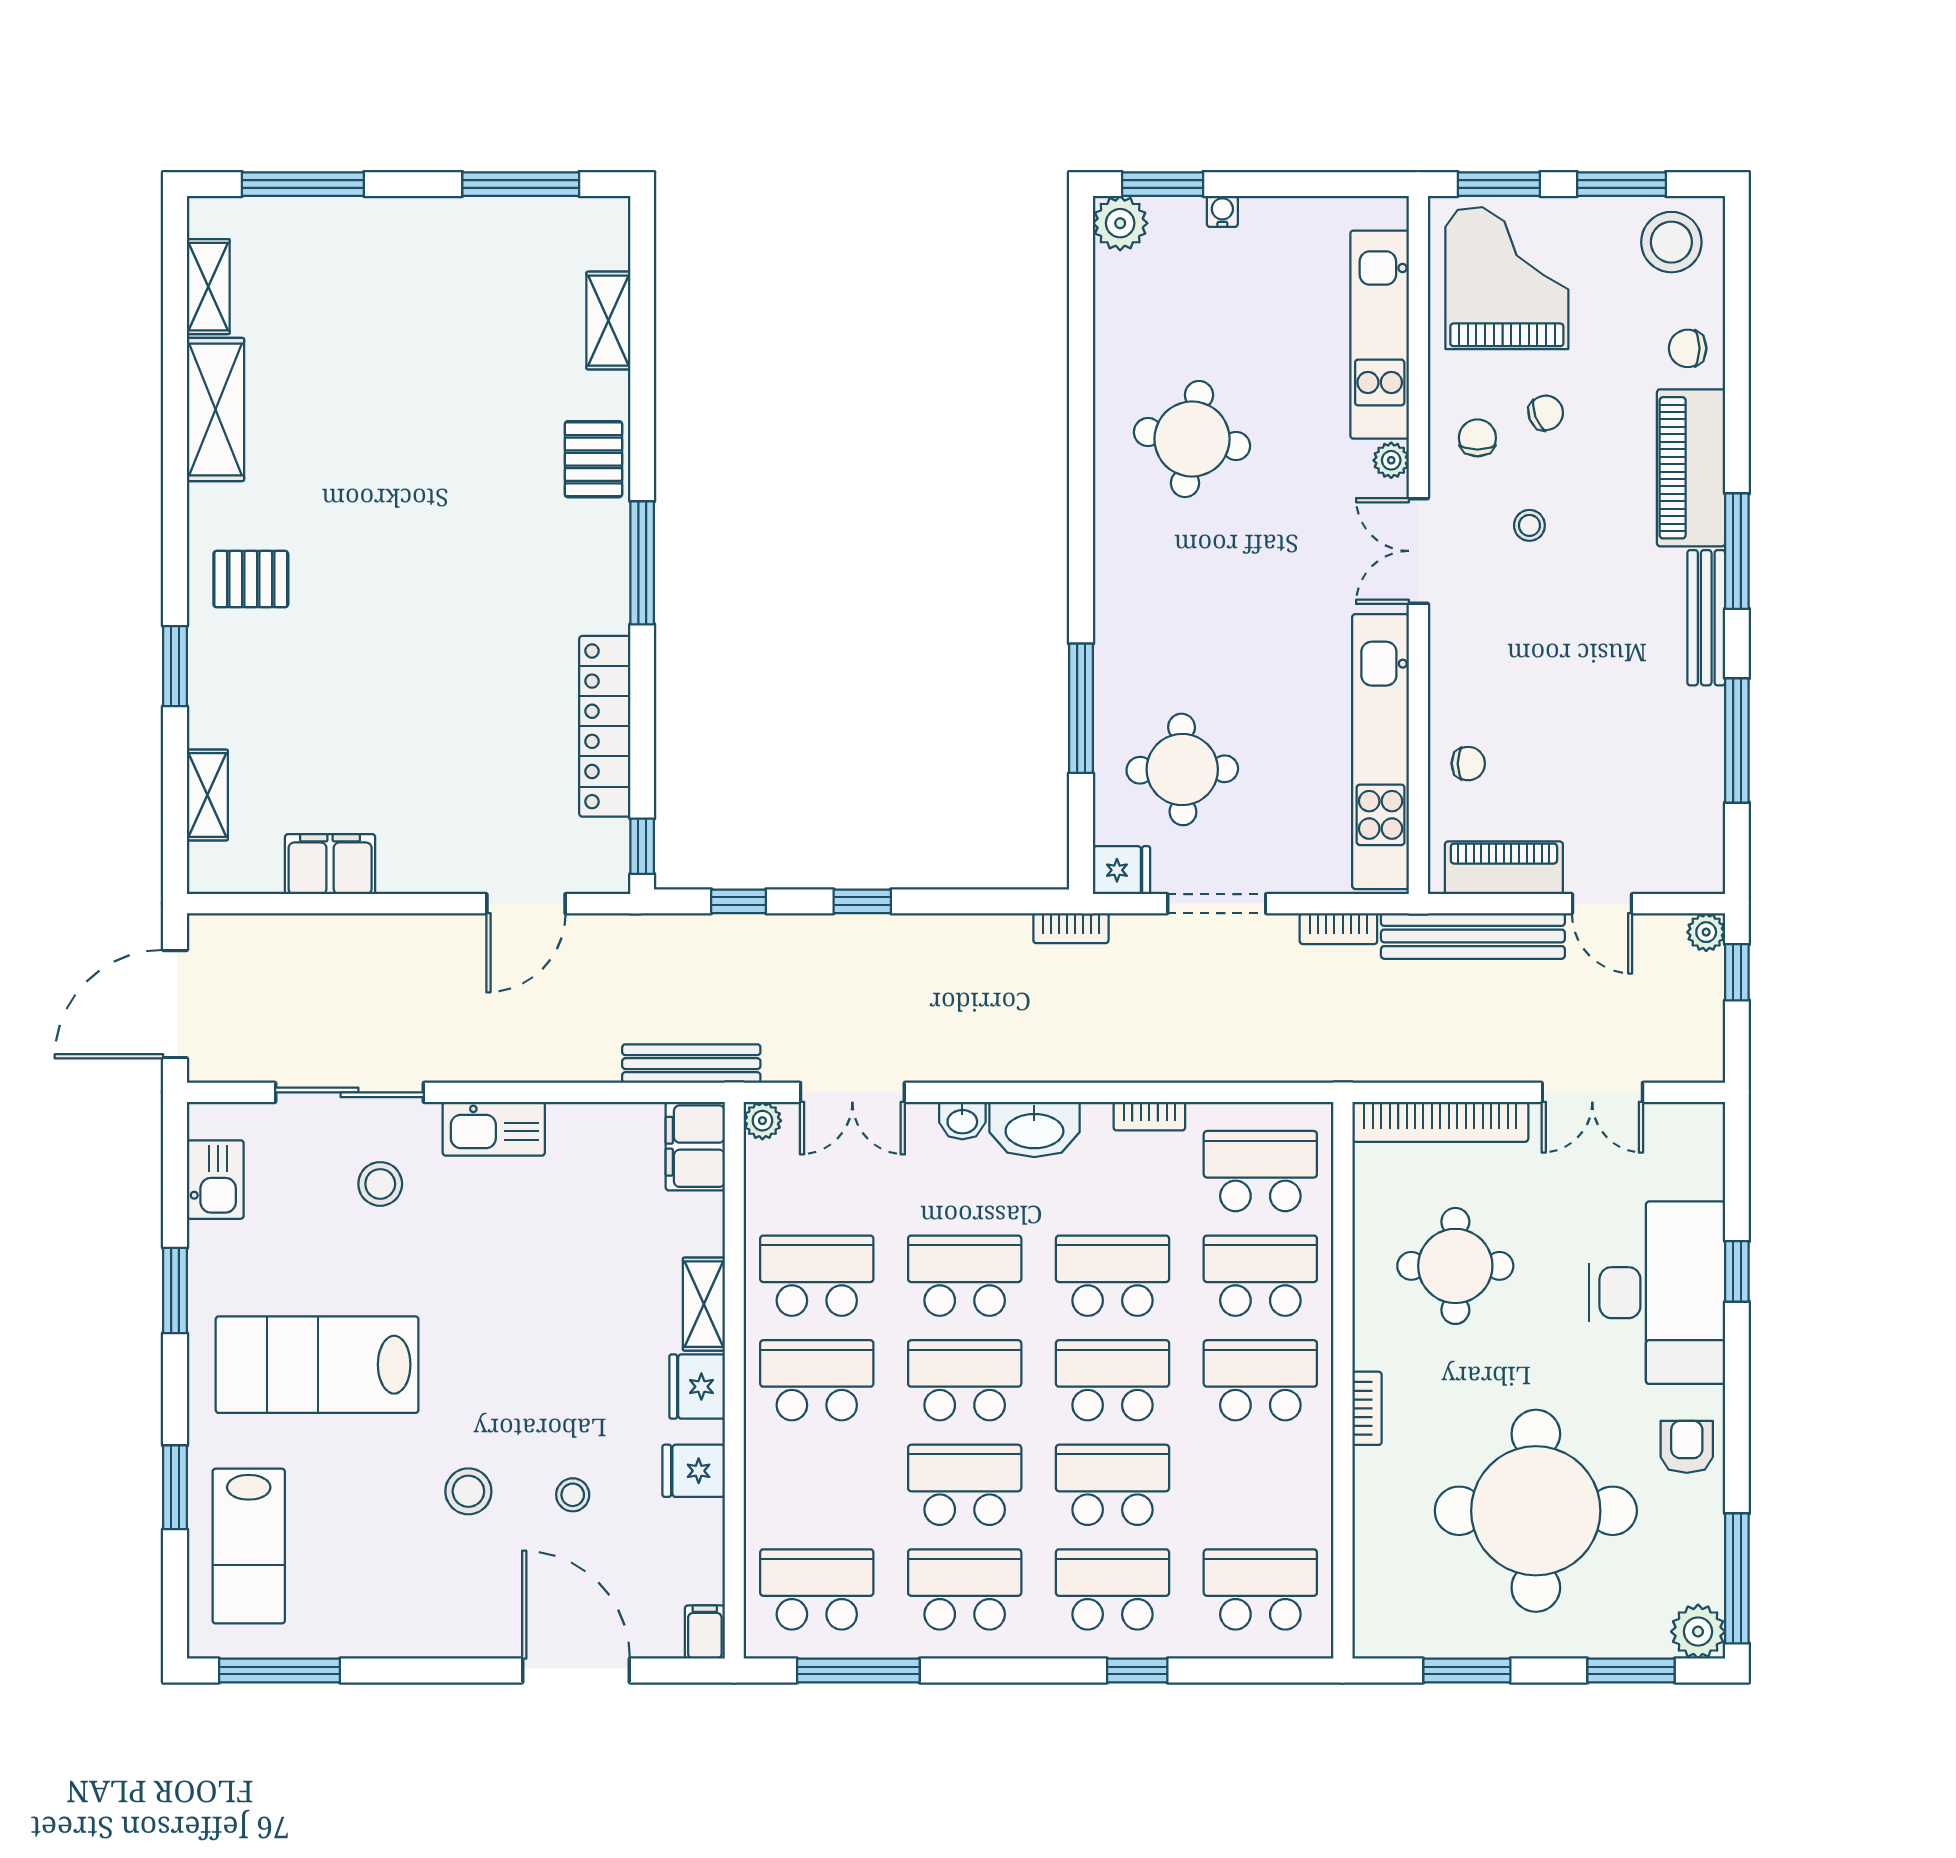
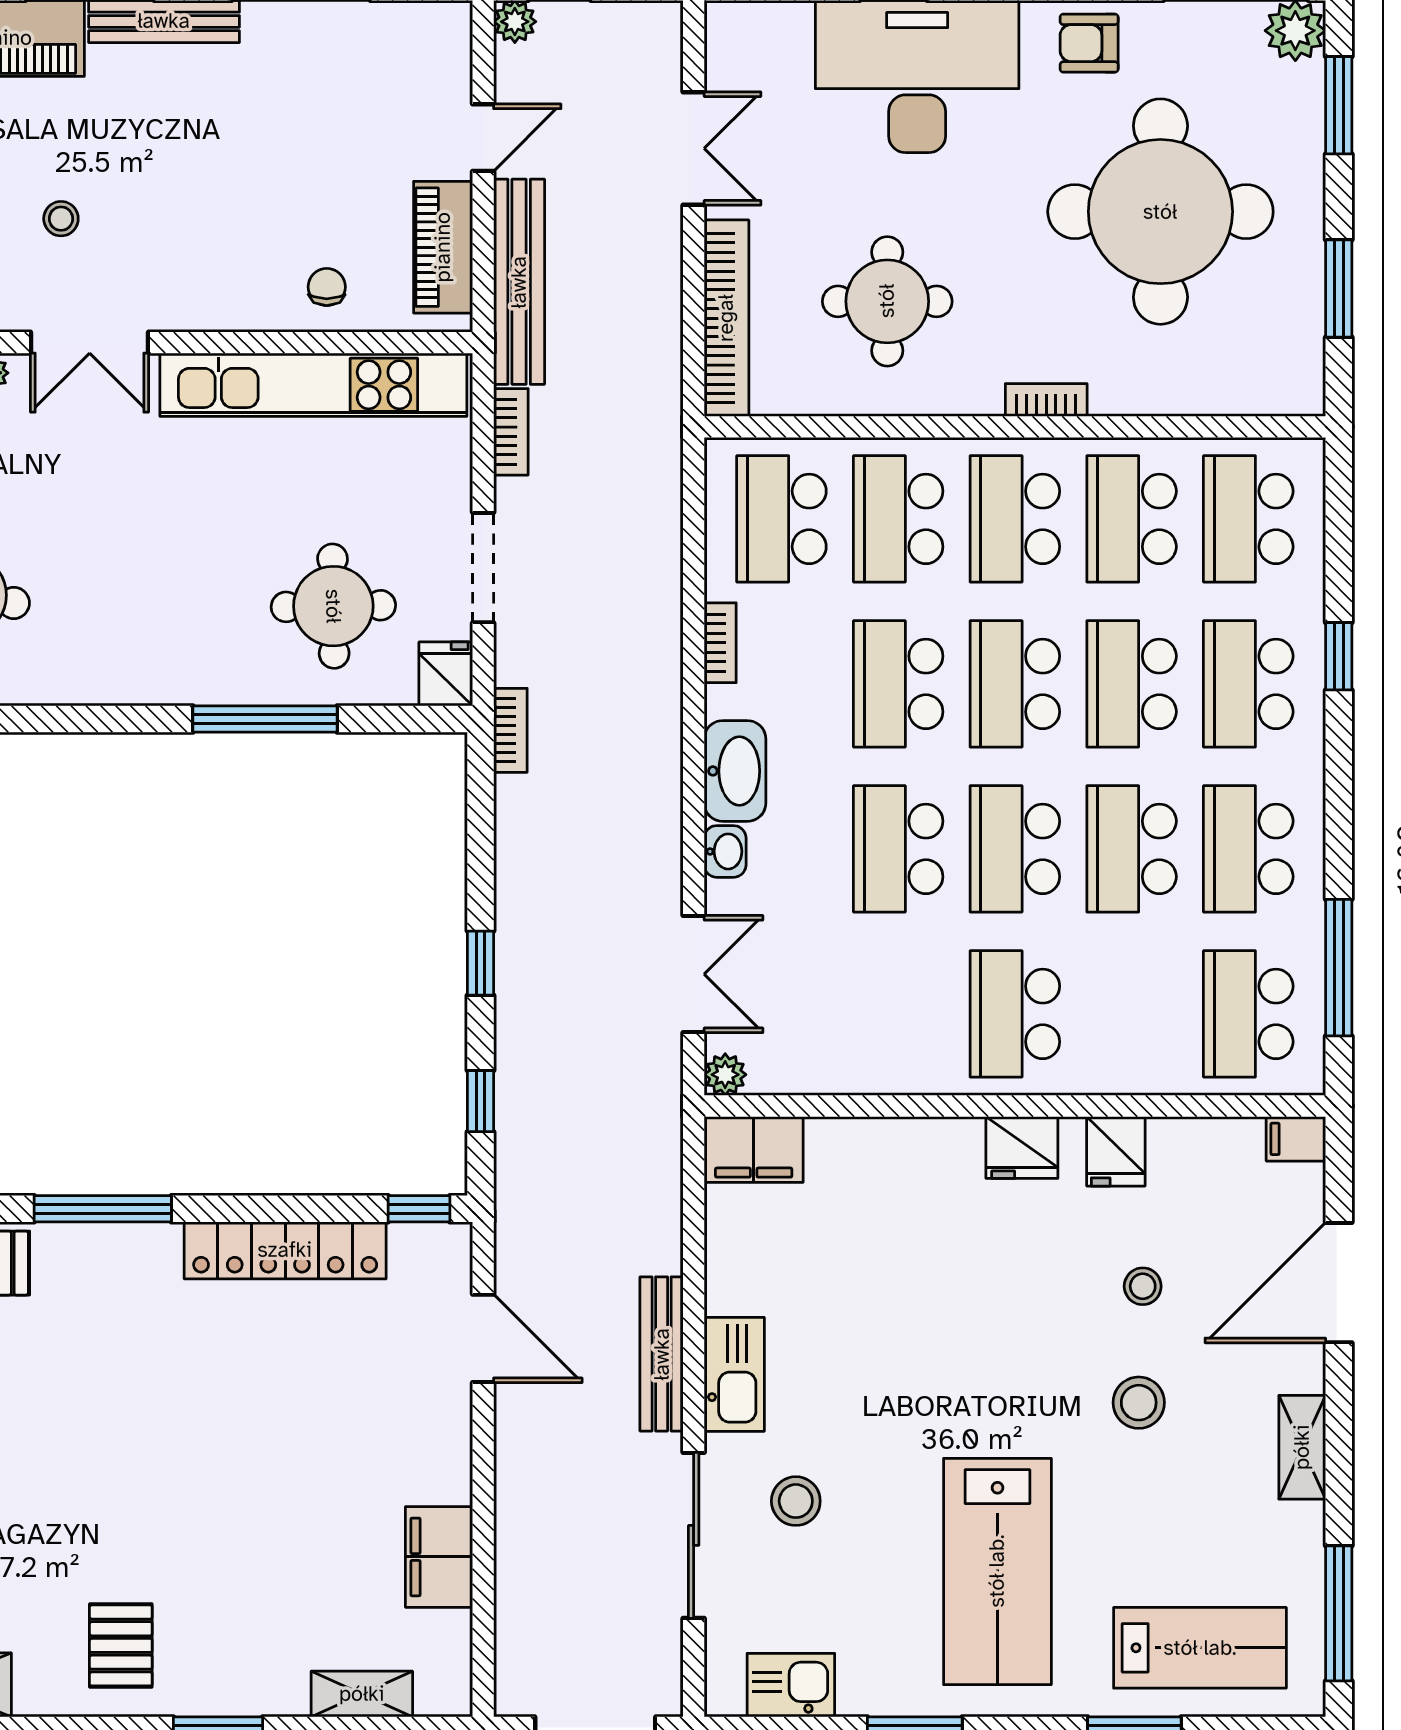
bench: (691, 1064) -> (662, 1354), moved
school desk: (817, 1276) -> (1132, 519), moved
shelving: (704, 1304) -> (1302, 1447), moved, turned 90

